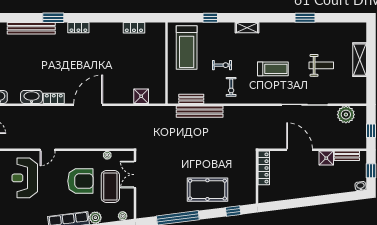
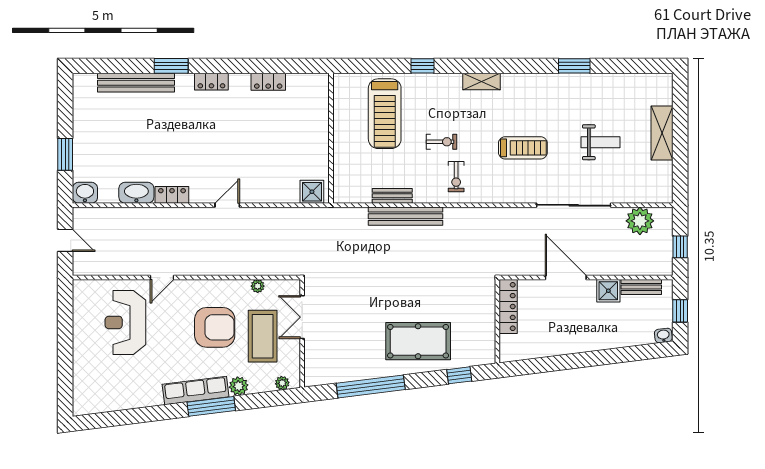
locker: (134, 28) -> (268, 82), moved
wall: (167, 63) -> (331, 138), moved
door: (88, 105) -> (227, 205), width x0.53

